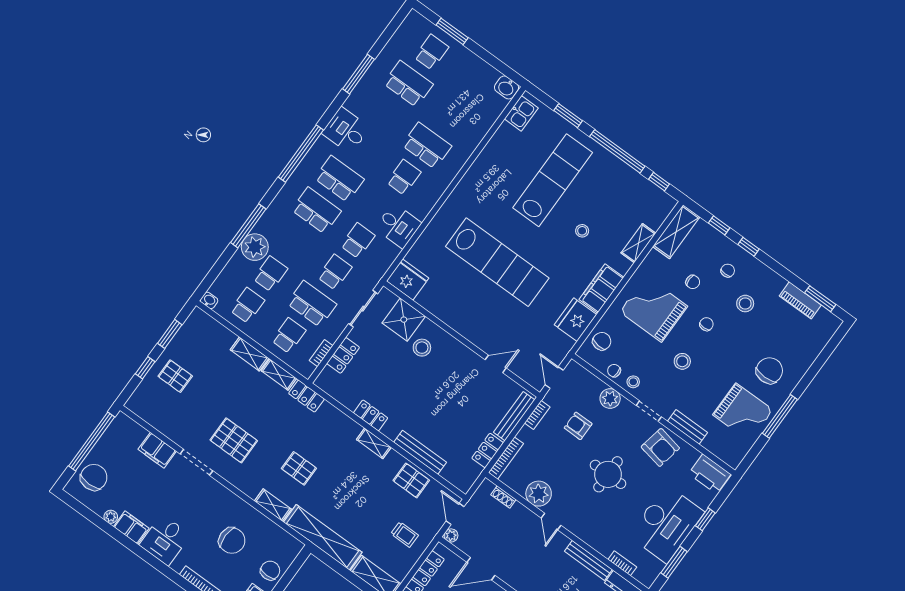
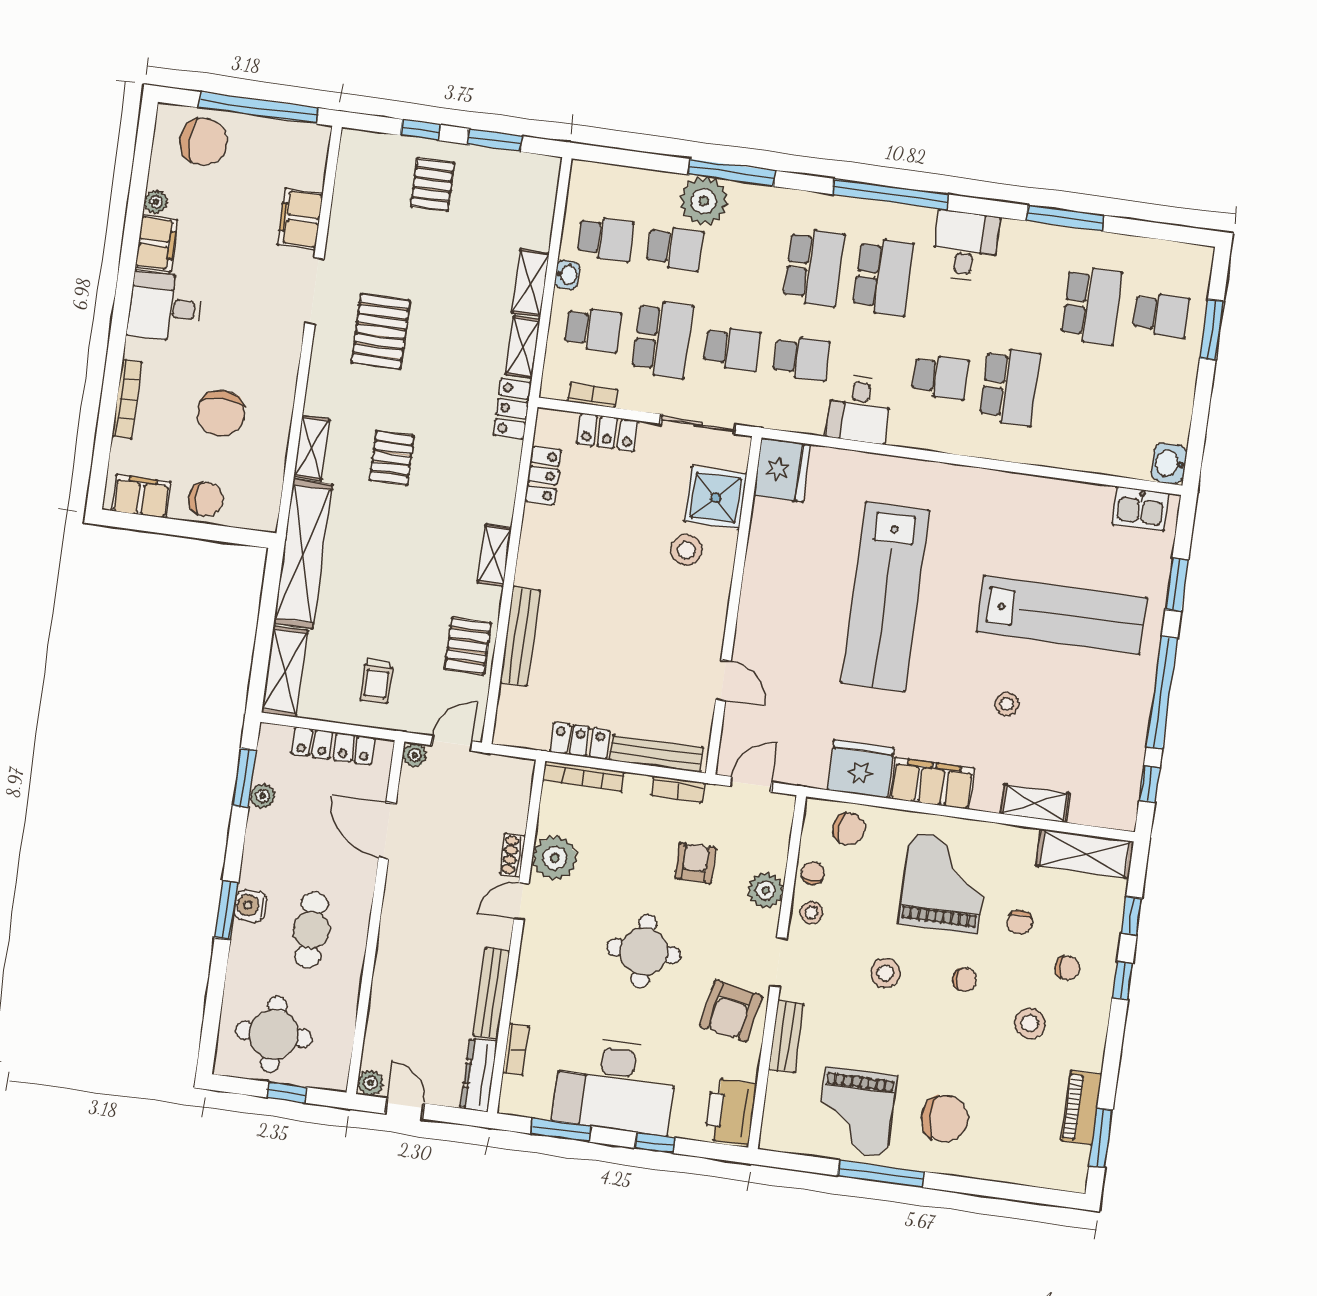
washbasin: (209, 300) -> (567, 275), moved
locker: (371, 415) -> (543, 475), moved
shoe rack: (503, 497) -> (513, 855), moved

